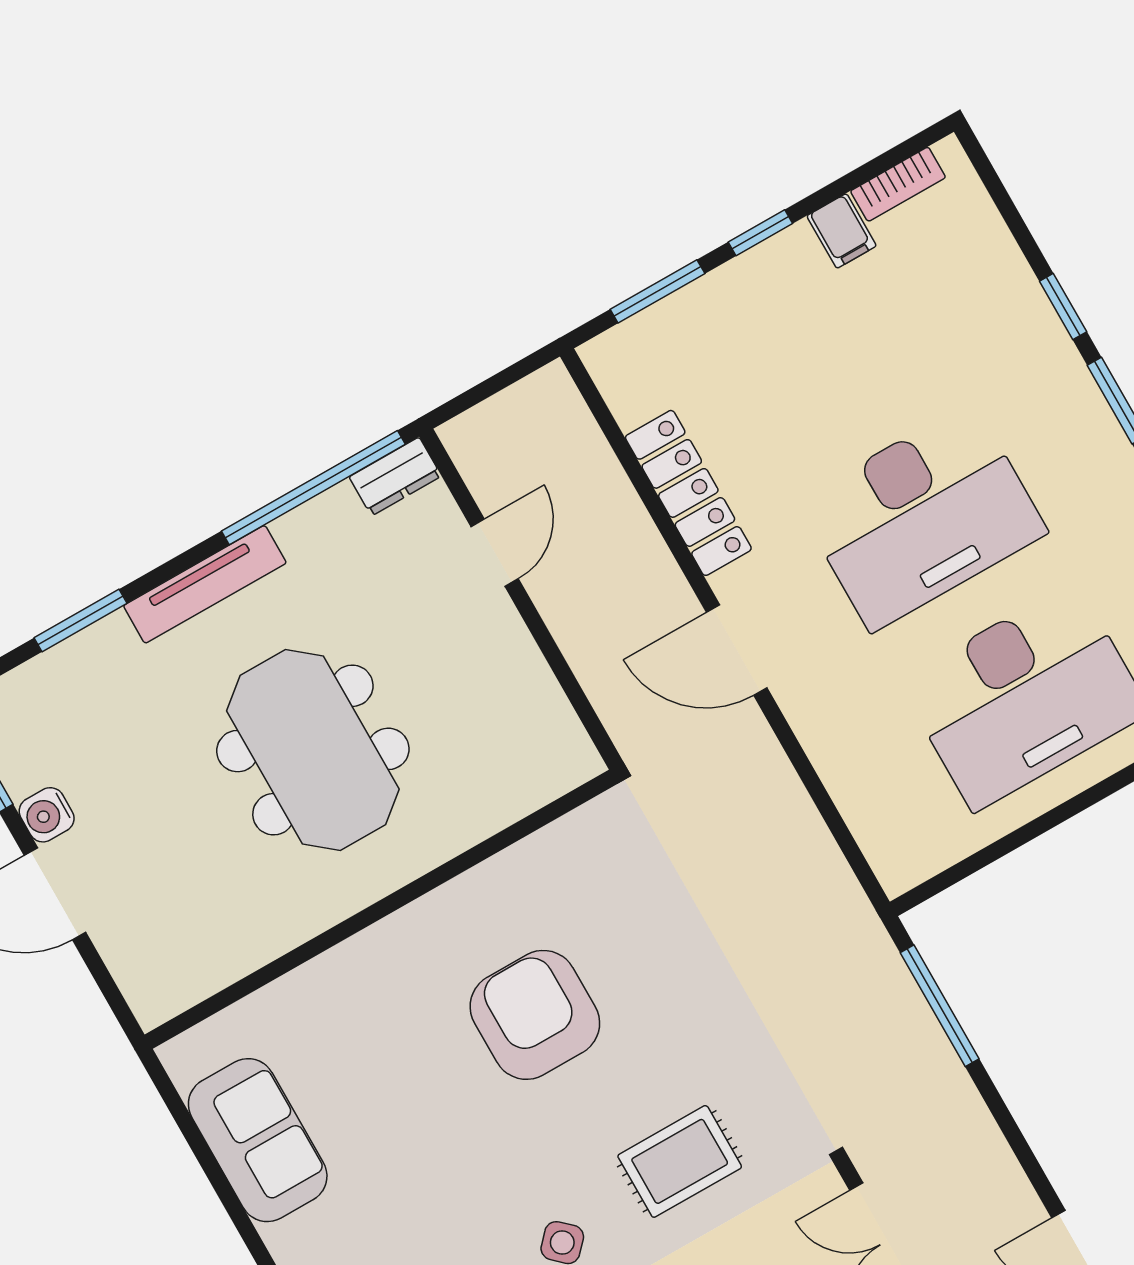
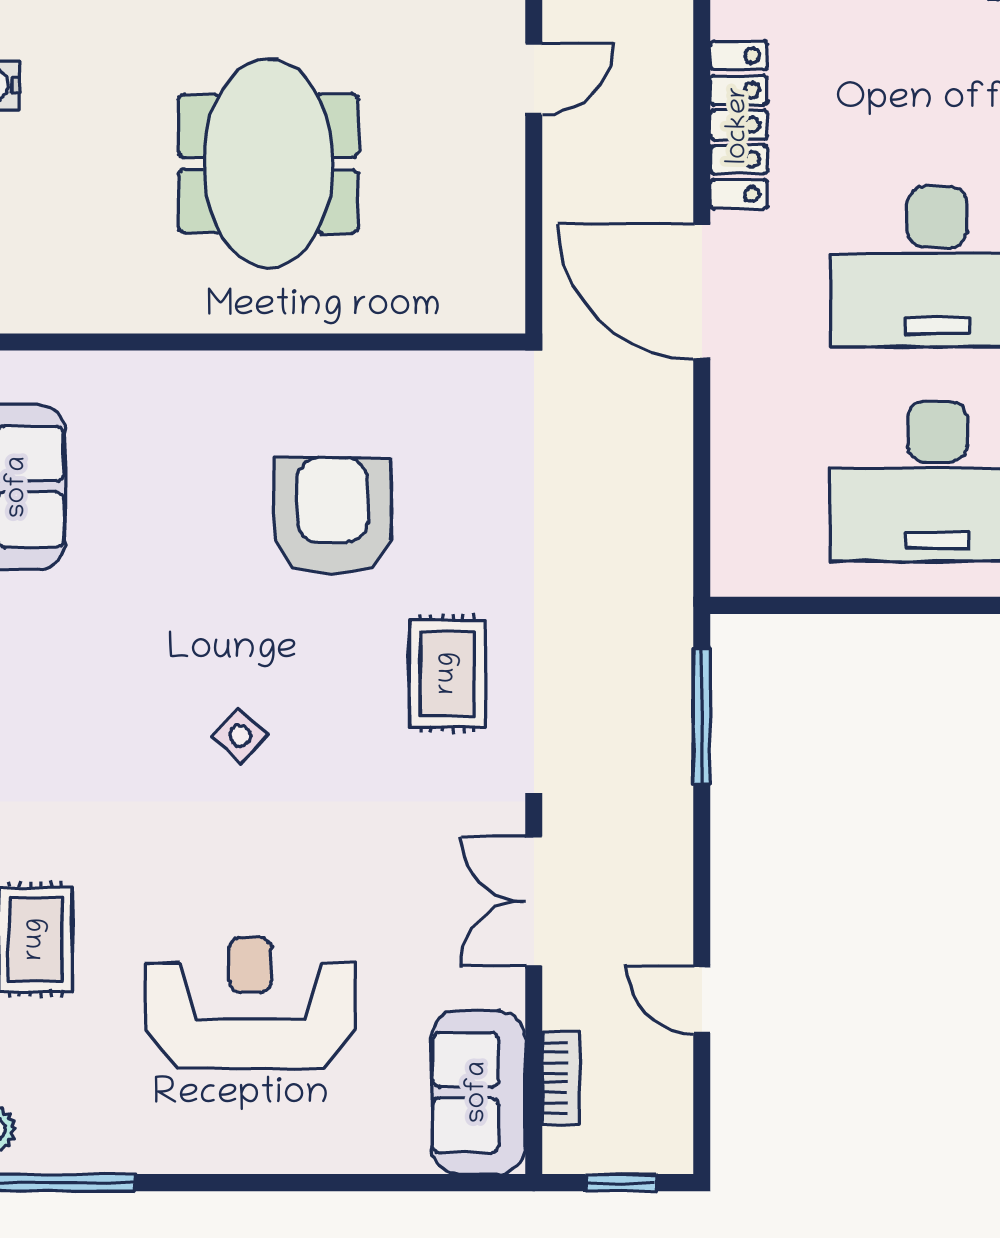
door: (737, 650) -> (702, 291), width x1.36
rug: (680, 1161) -> (447, 673), moved, turned 90

